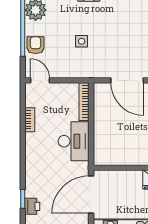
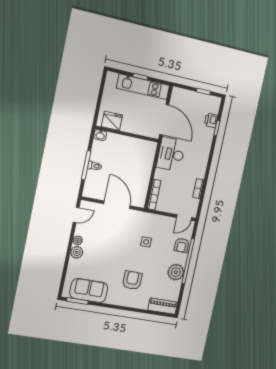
door: (40, 80) -> (184, 218), hinge flipped
desk: (74, 141) -> (171, 154), moved
door: (91, 195) -> (164, 120), hinge flipped

